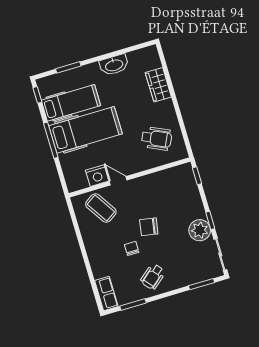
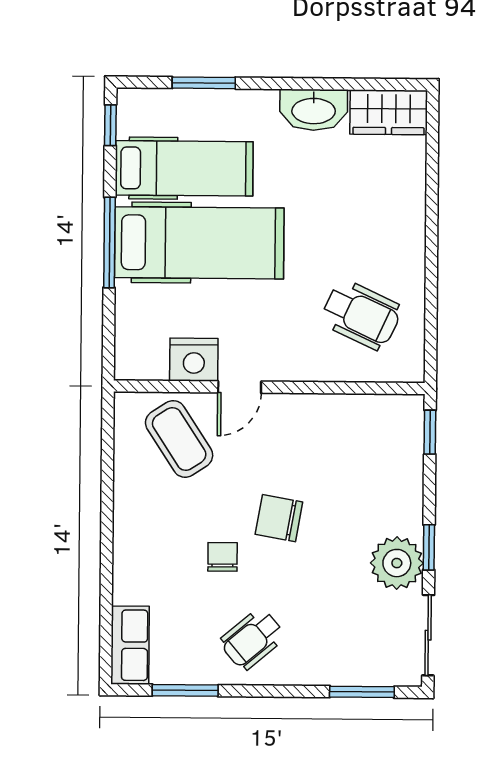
wardrobe: (158, 85) -> (389, 112), moved, turned -90
door: (118, 181) -> (240, 387), swing flipped

